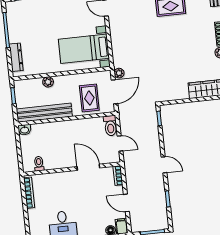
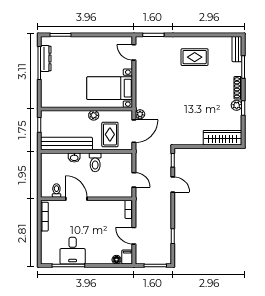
dresser: (16, 57) -> (46, 58), moved
plant: (48, 82) -> (94, 115), moved
toilet: (110, 126) -> (95, 162), moved
washbasin: (25, 130) -> (74, 158), moved
door: (164, 165) -> (173, 184), moved
door: (88, 167) -> (76, 199), moved

